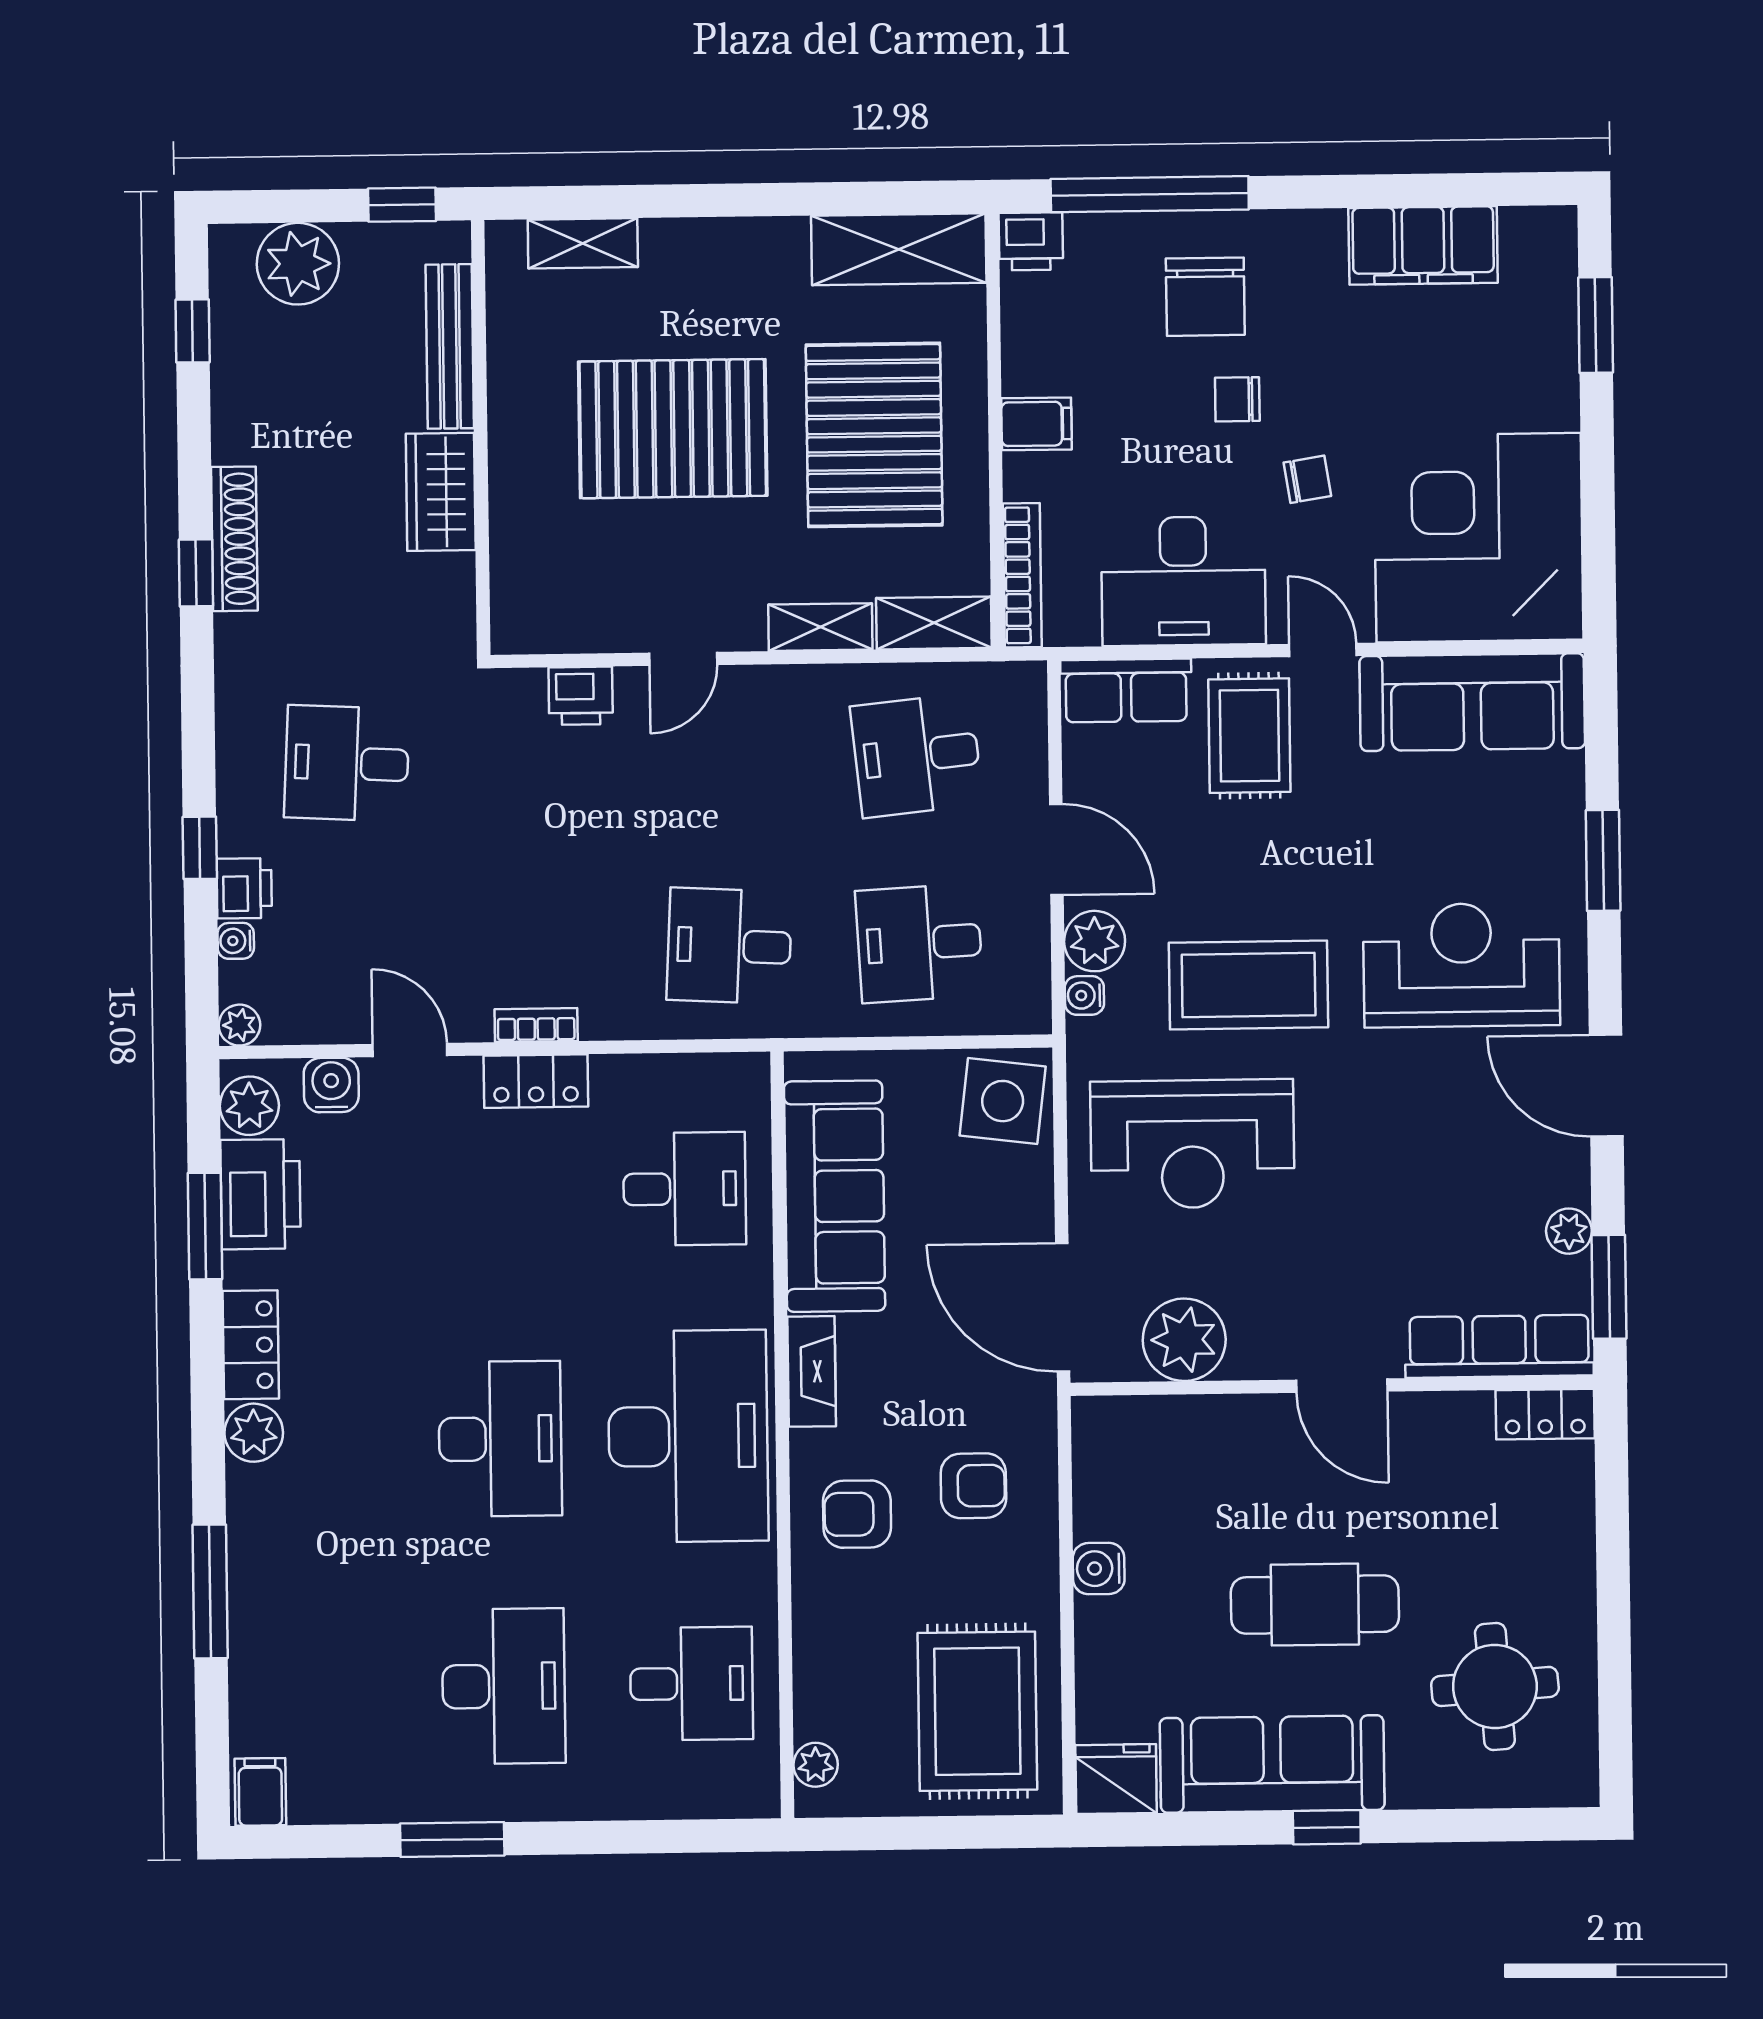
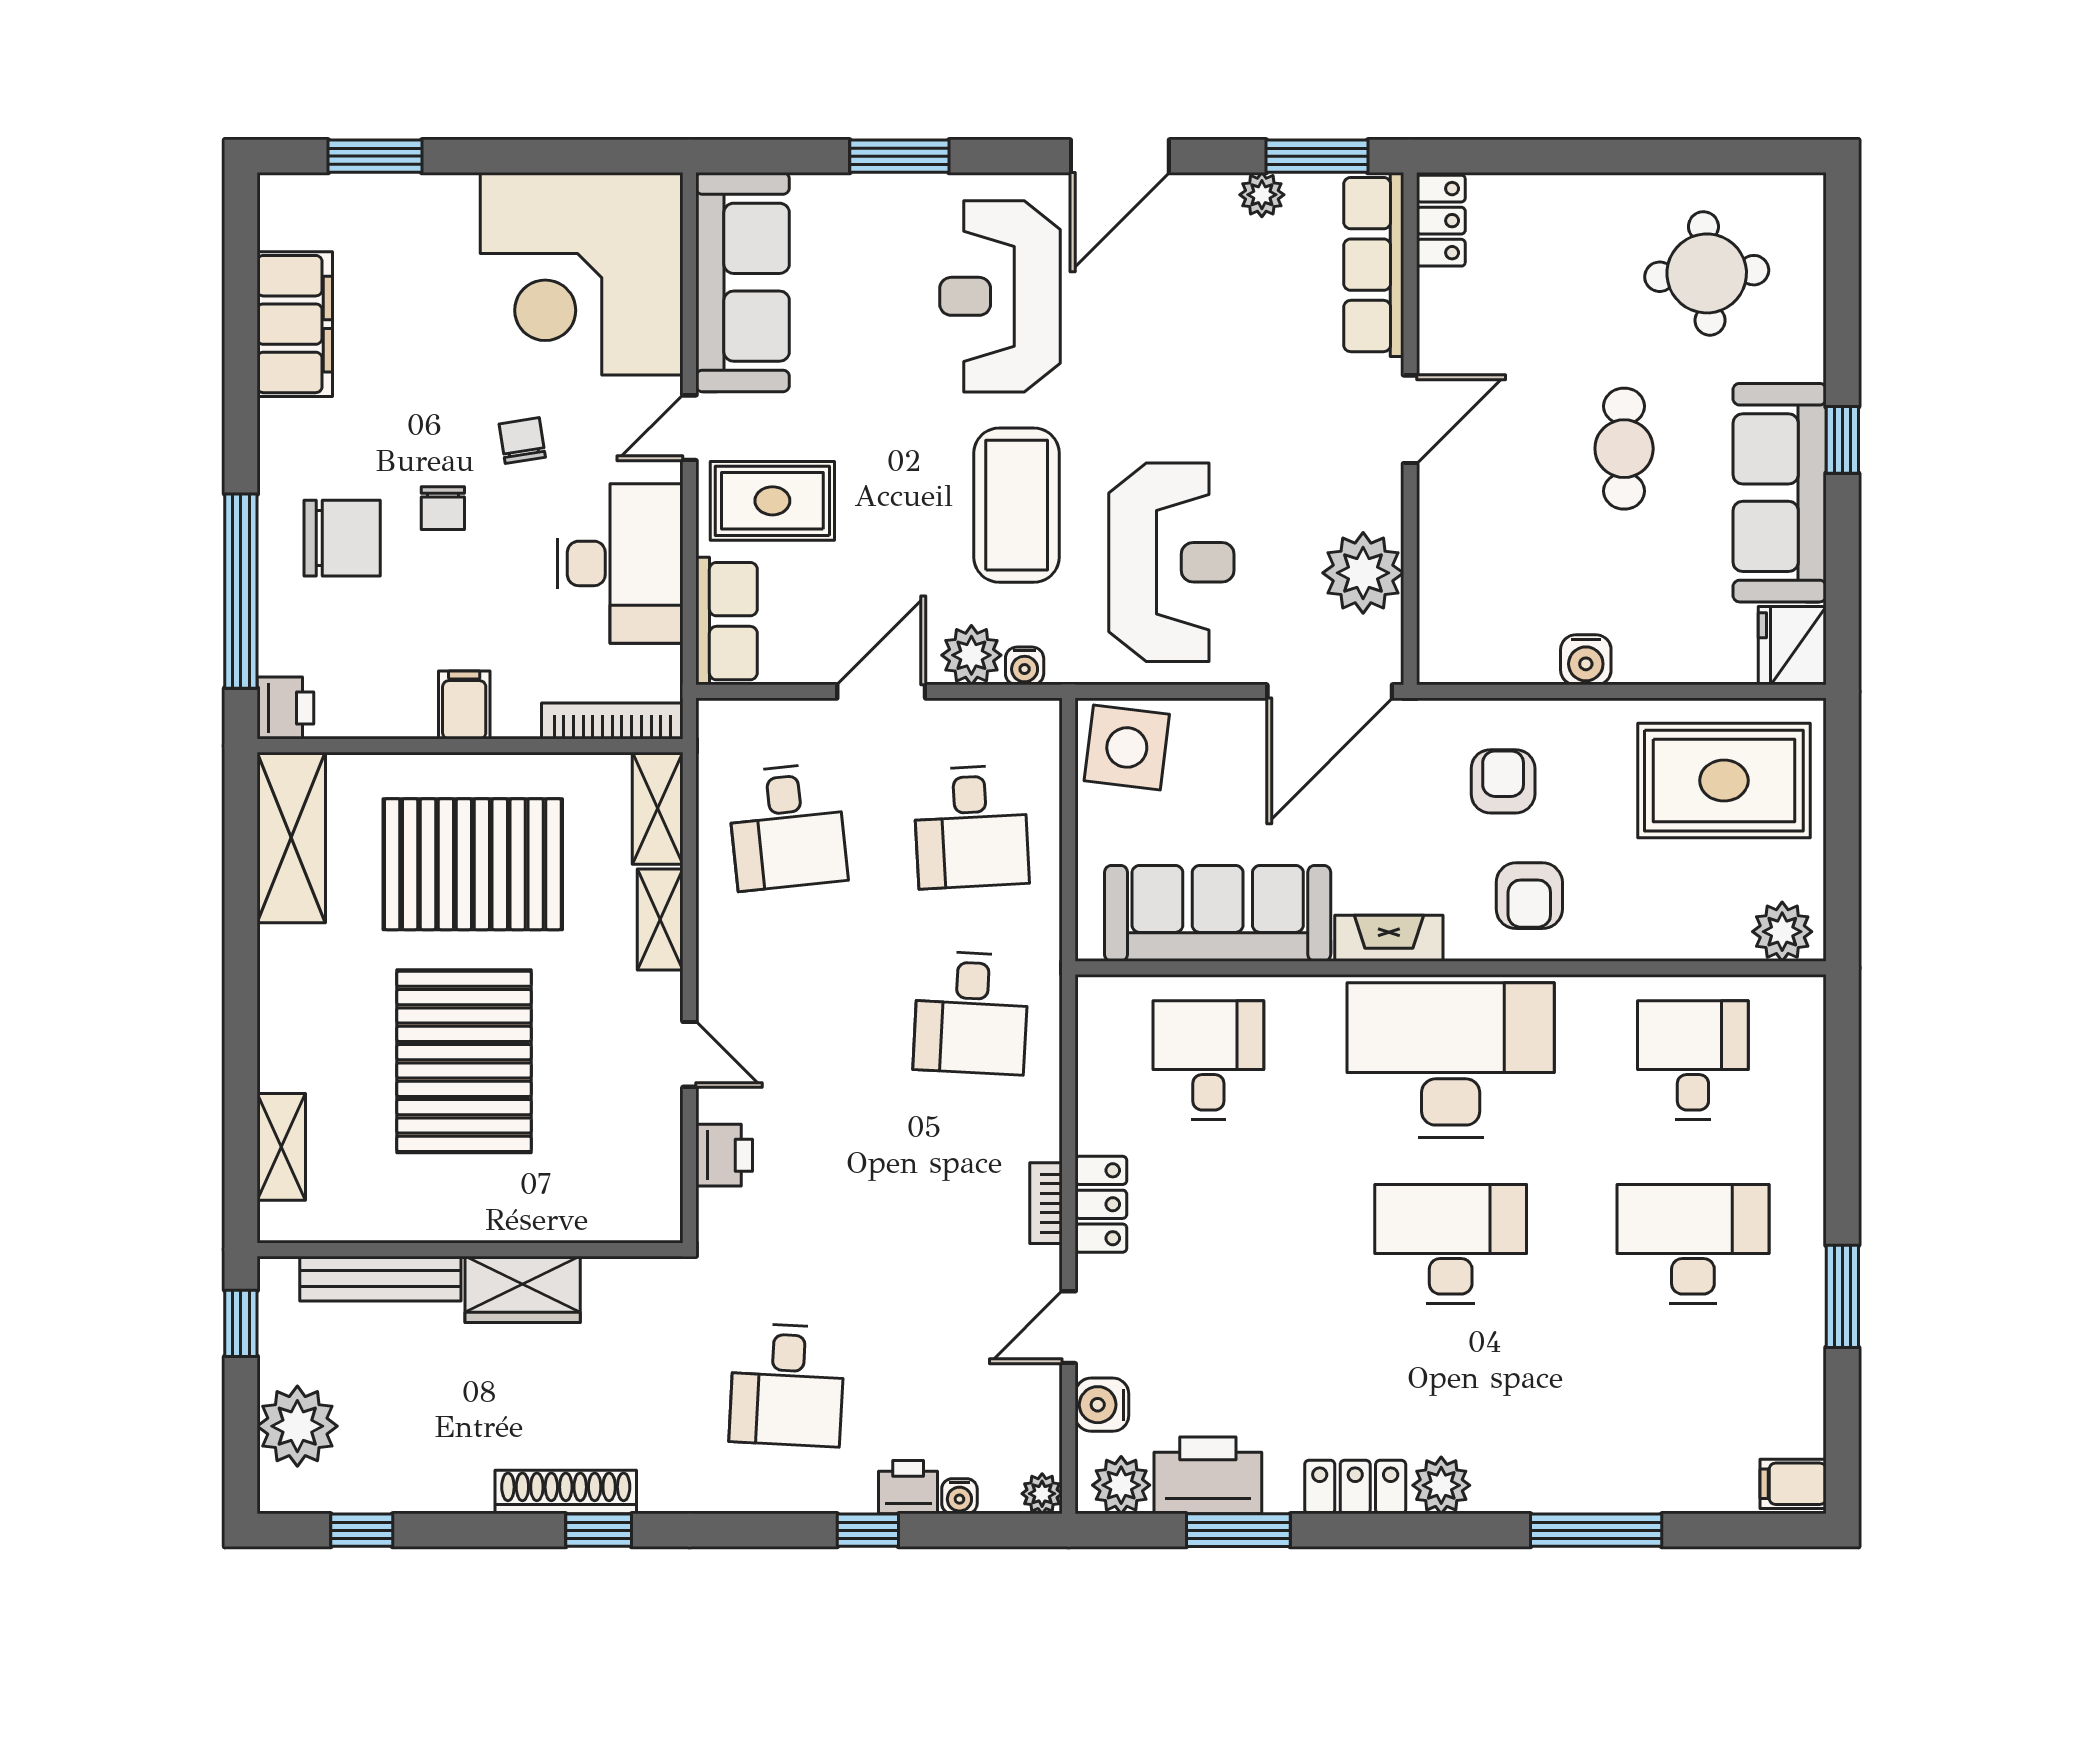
cafe table: (1315, 1605) -> (1624, 449), width x0.73, depth x0.74
plant: (816, 1765) -> (1782, 932), width x1.38, depth x1.38

